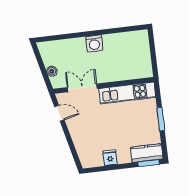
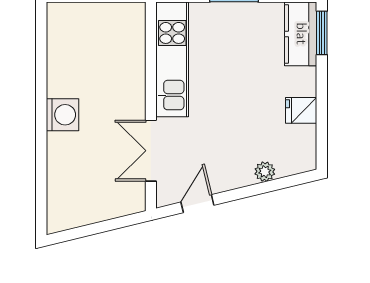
boiler: (52, 71) -> (109, 209), removed
plant: (79, 144) -> (265, 172), added

